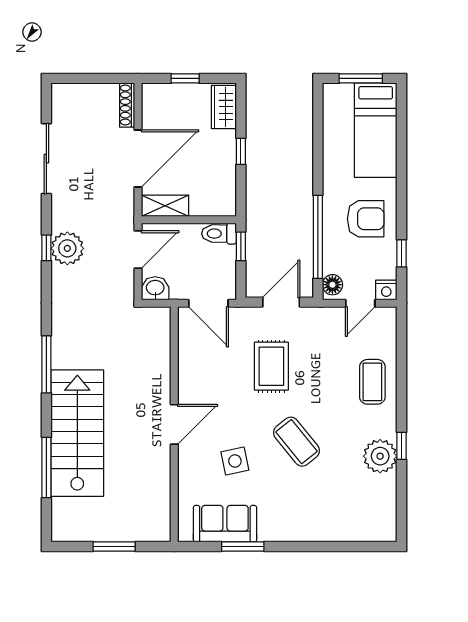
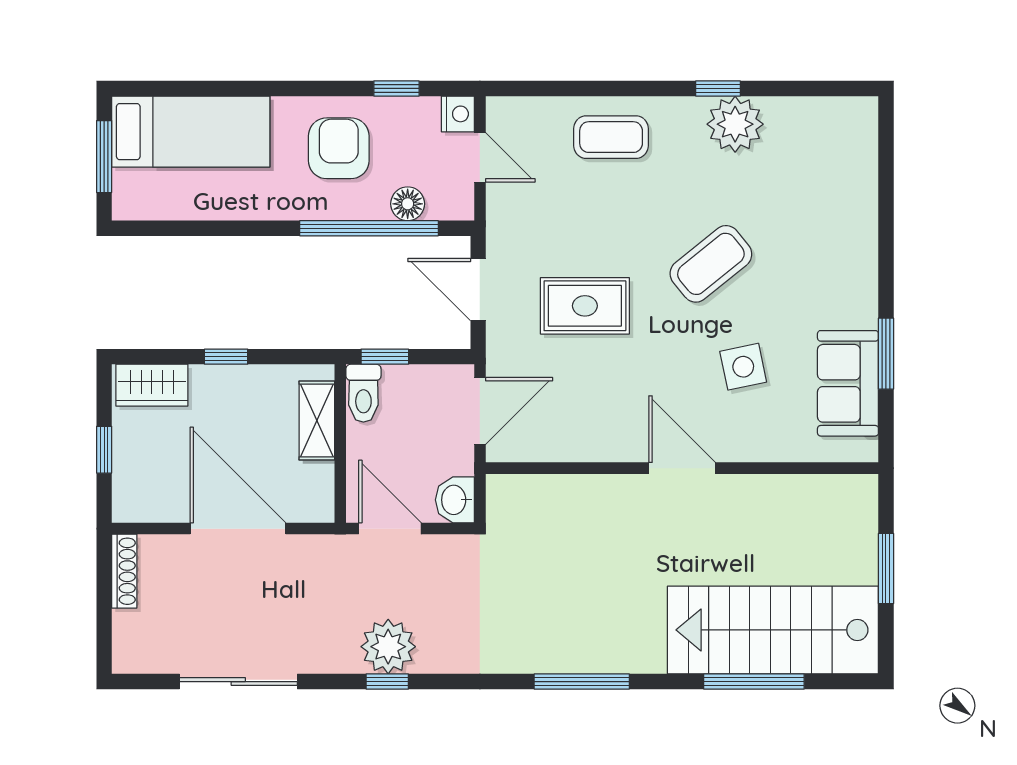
shoe rack: (127, 105) -> (124, 571), moved, turned -90
shelving: (165, 206) -> (317, 421), moved
floor lamp: (332, 285) -> (408, 204), moved
stairs: (77, 433) -> (773, 630), moved

